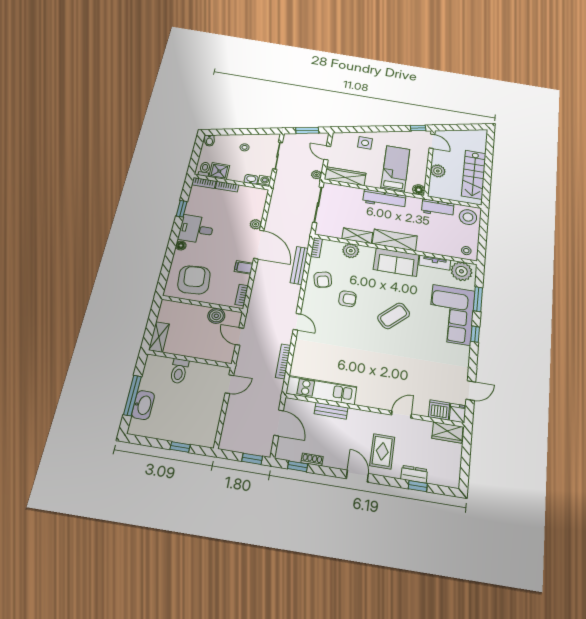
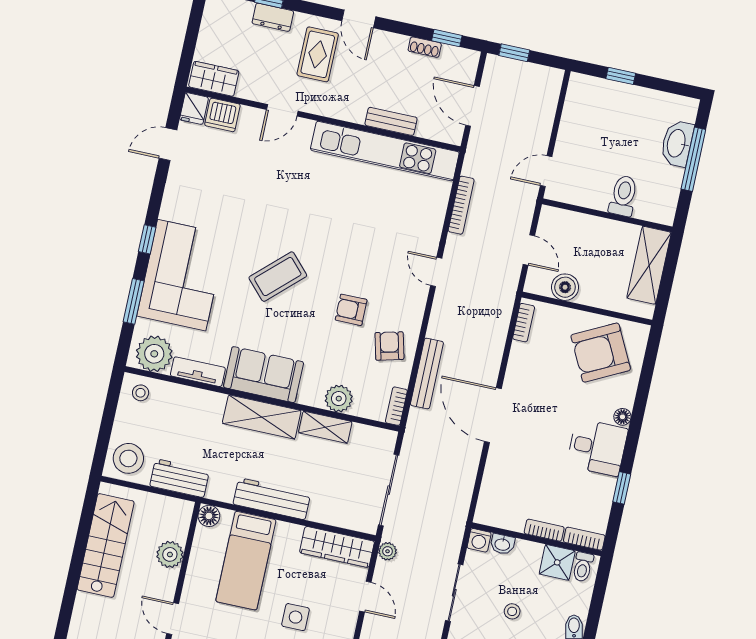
plant: (256, 224) -> (497, 454), removed
filing cabinet: (244, 267) -> (519, 373), removed
armchair: (194, 280) -> (601, 353), turned 68
shelving: (159, 337) -> (649, 265), width x1.50, depth x1.33
kitchen unit: (321, 390) -> (385, 151), width x1.36

